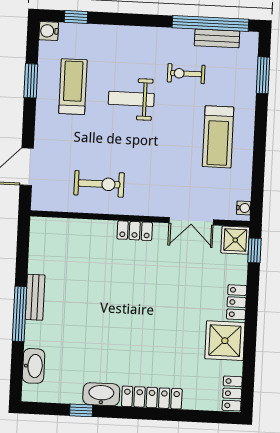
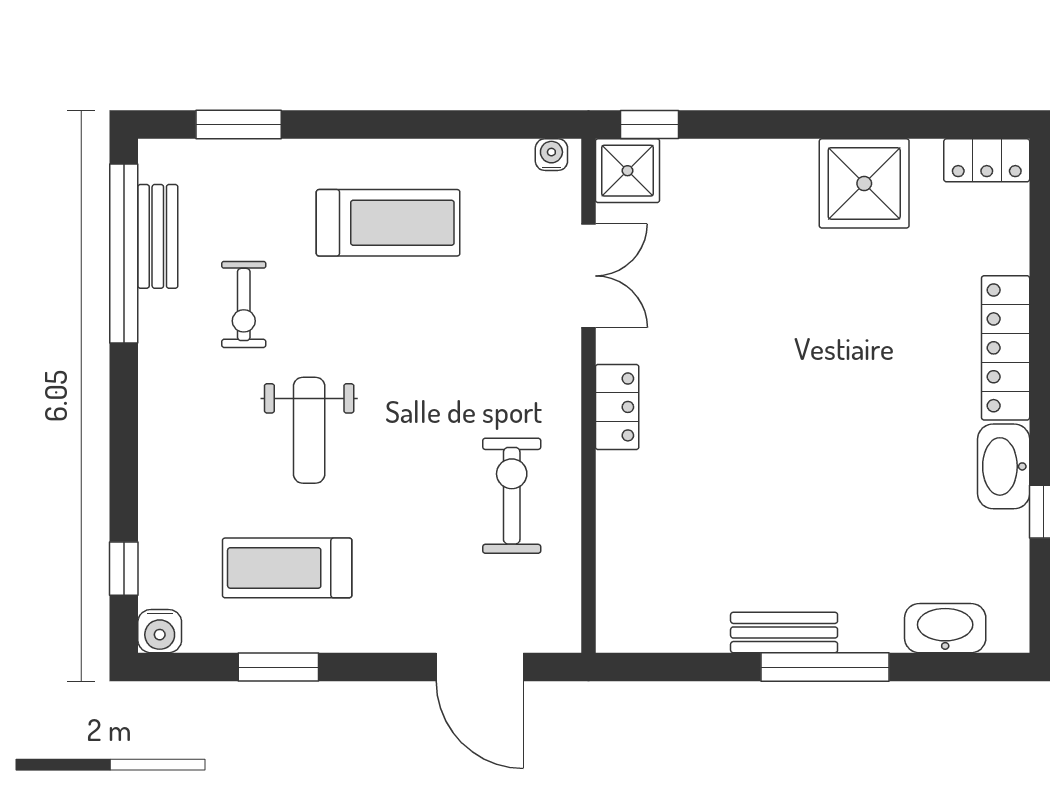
locker: (237, 302) -> (773, 160), removed

